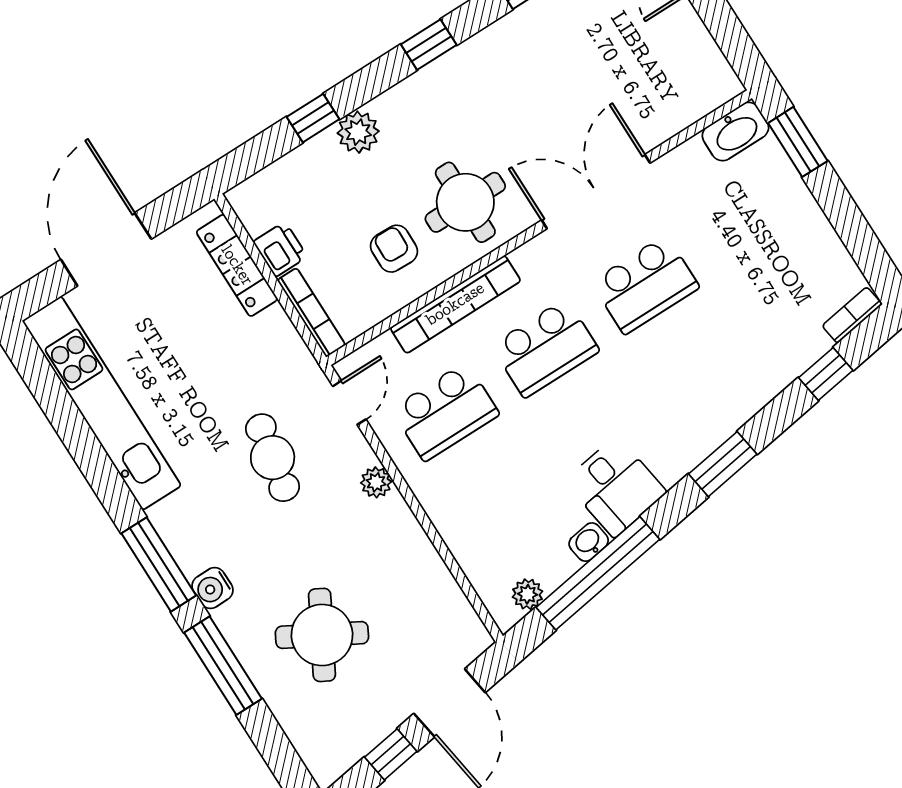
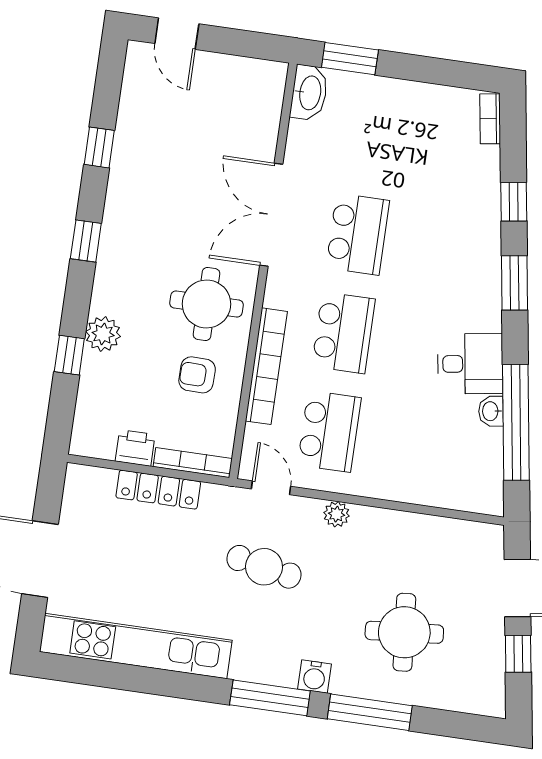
locker: (237, 265) -> (158, 490), moved
window: (826, 374) -> (514, 202), moved
plant: (528, 594) -> (491, 479), removed
round table: (322, 635) -> (404, 632), turned -34

